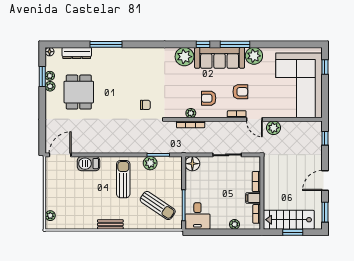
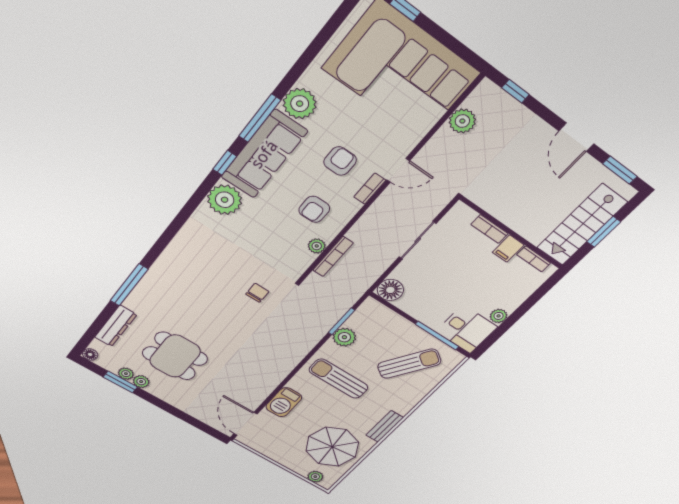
plant: (273, 128) -> (462, 121), moved
parasol: (77, 209) -> (332, 447), added
plant: (234, 224) -> (499, 316), moved

